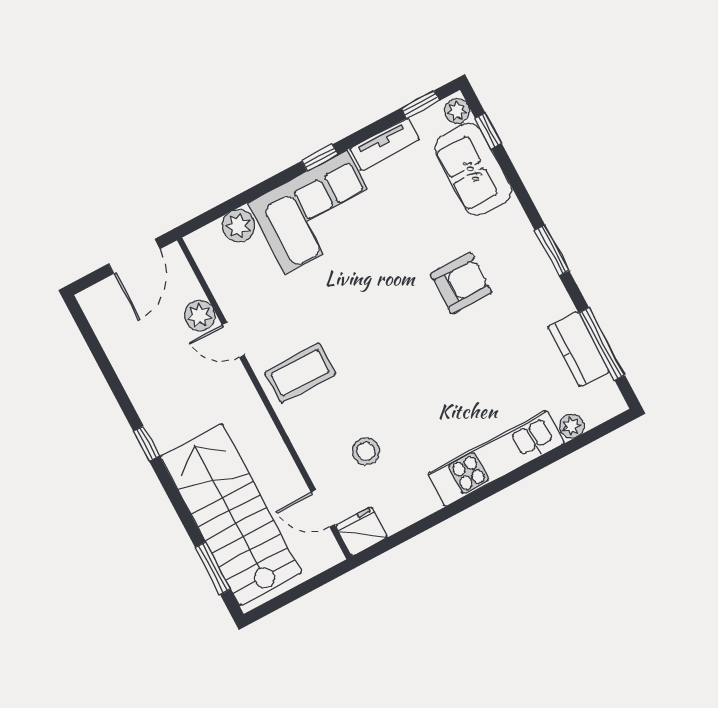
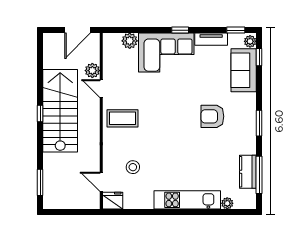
armchair: (461, 283) -> (212, 116), turned 180
stairs: (231, 515) -> (60, 111), moved

